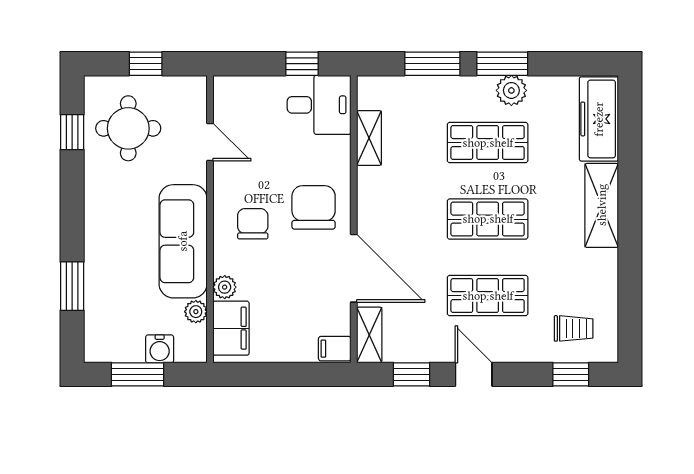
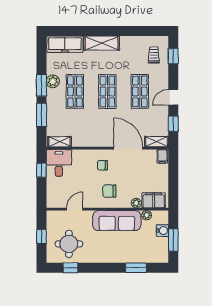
shelving: (369, 138) -> (59, 142), moved
chair: (314, 207) -> (102, 165), width x0.54, depth x0.54
door: (354, 268) -> (128, 148), hinge flipped

